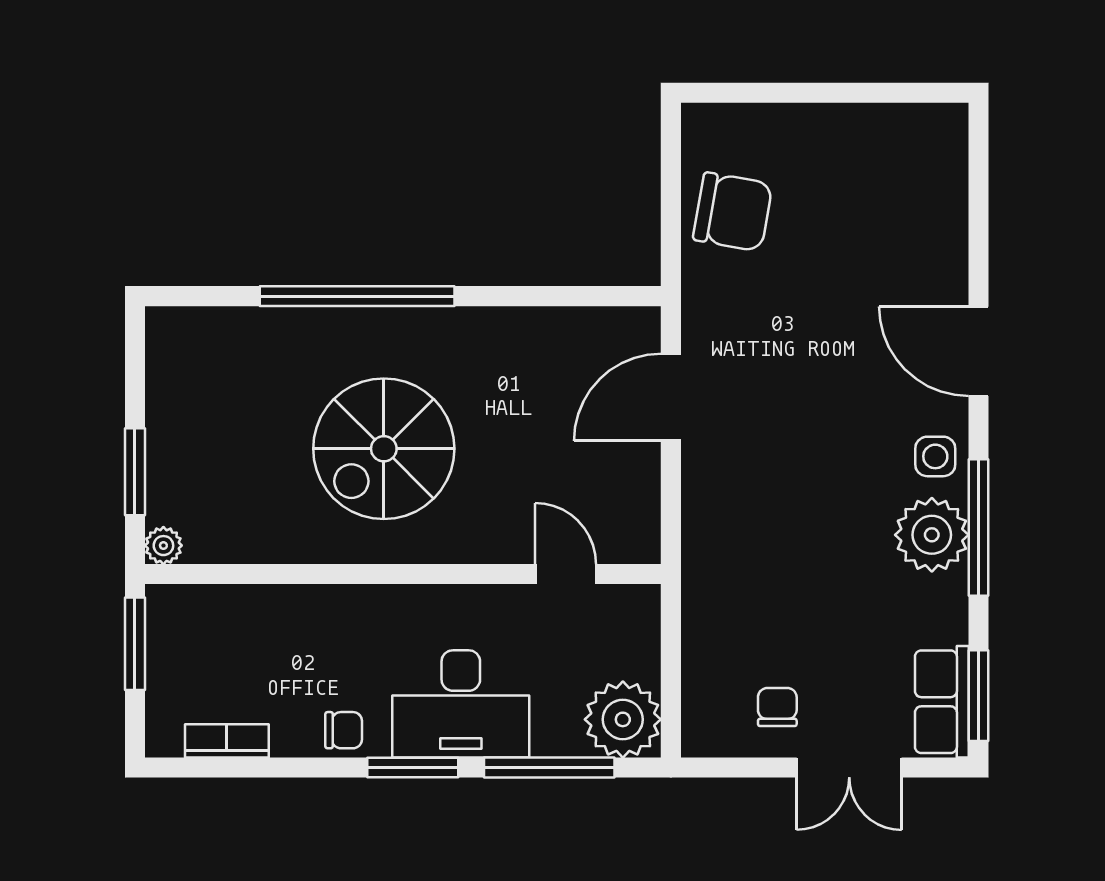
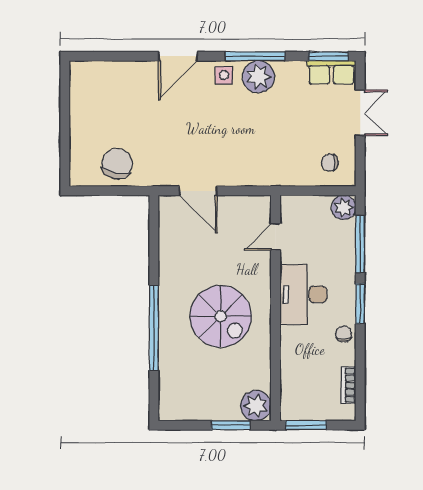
plant: (163, 546) -> (256, 406), width x1.87, depth x1.87
desk: (461, 704) -> (303, 294), moved, turned 180
chair: (777, 707) -> (330, 163), moved
plant: (623, 719) -> (344, 207), width x0.73, depth x0.73

